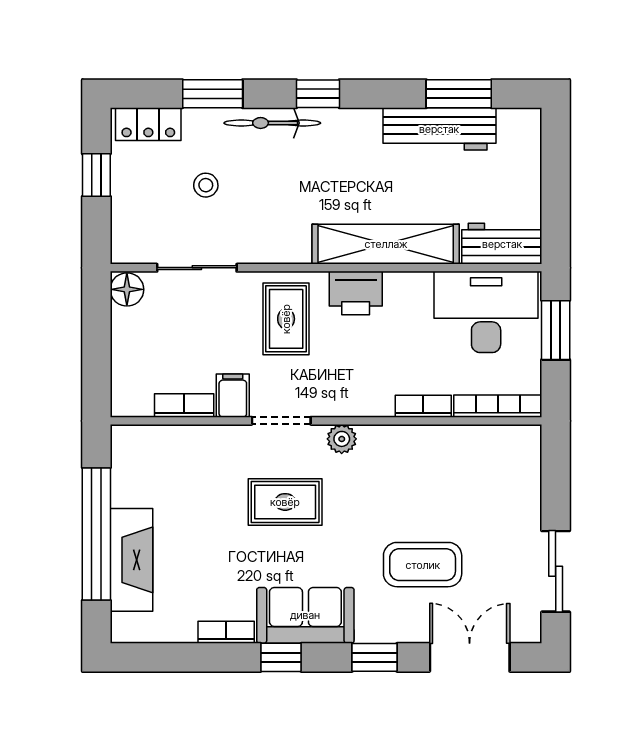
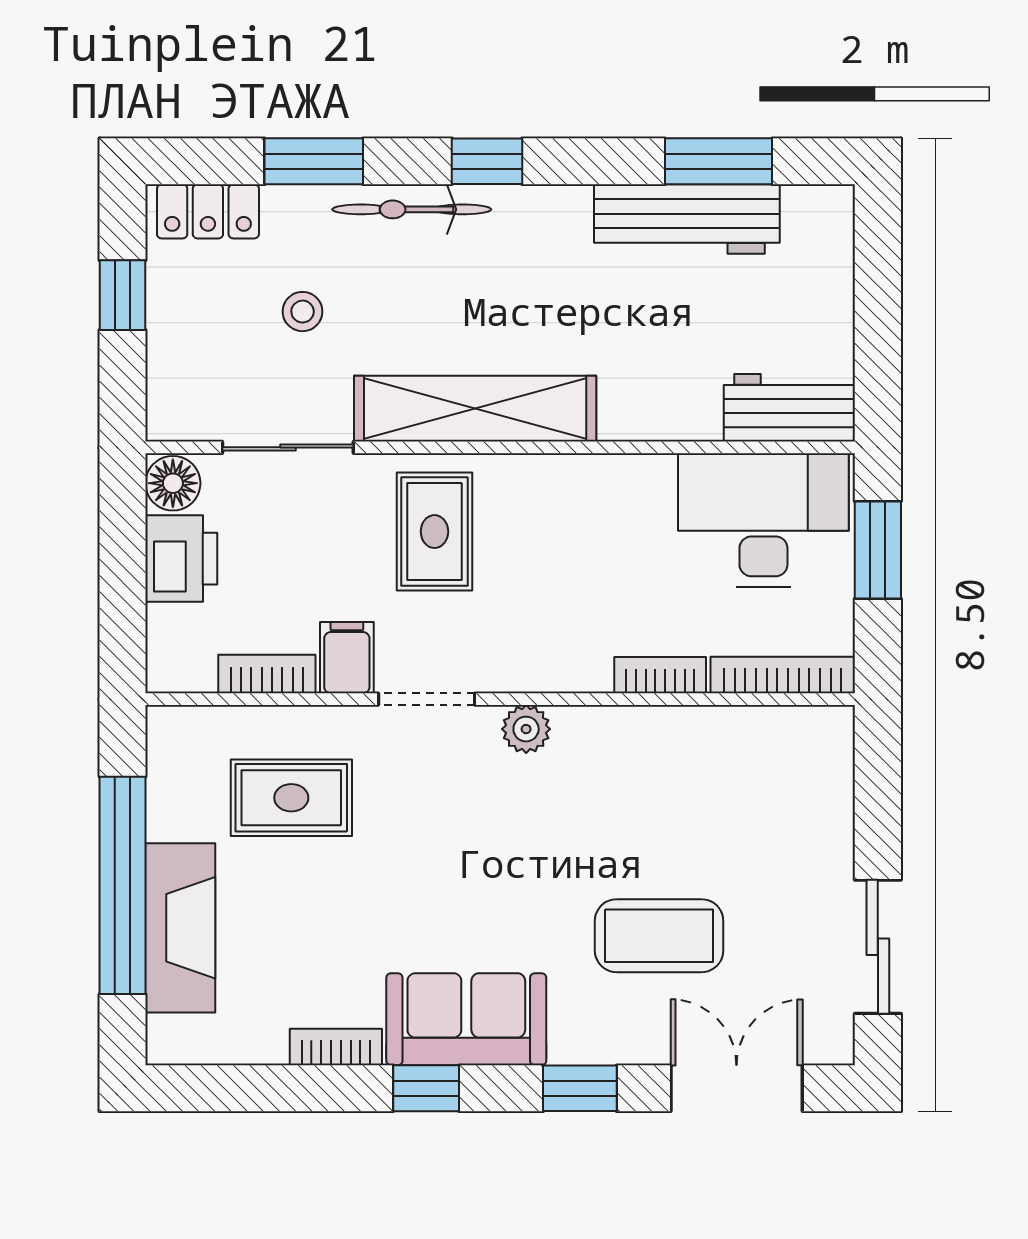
shelving: (386, 244) -> (475, 409), moved
printer: (356, 293) -> (181, 559), moved, turned -90
rug: (285, 502) -> (291, 798), moved

